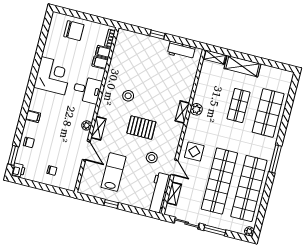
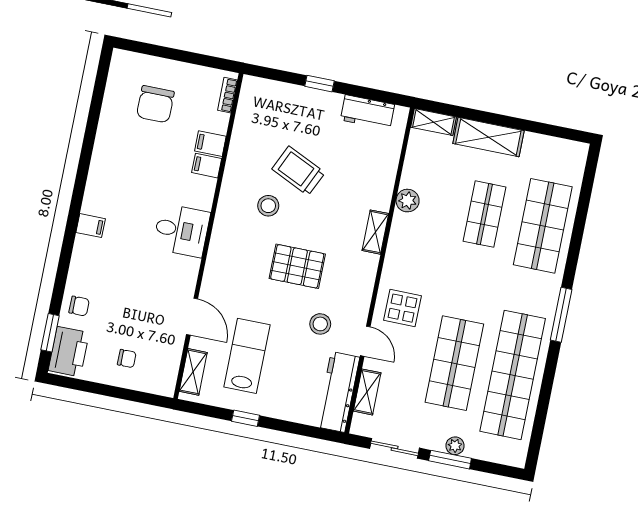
chair: (74, 31) -> (155, 104), moved, turned 90
filing cabinet: (103, 52) -> (207, 166), moved
corner desk: (53, 76) -> (120, 174), removed
trolley: (144, 79) -> (298, 171), added
desk: (87, 90) -> (181, 230), moved
plant: (196, 109) -> (408, 201), moved
filing cabinet: (33, 116) -> (91, 226), moved
plant: (87, 125) -> (190, 267), removed
shelving: (98, 128) -> (193, 372), moved
printer: (18, 170) -> (69, 352), width x1.87, depth x1.48
shop shelf: (219, 181) -> (454, 363), width x0.71
plant: (249, 231) -> (455, 446), moved

